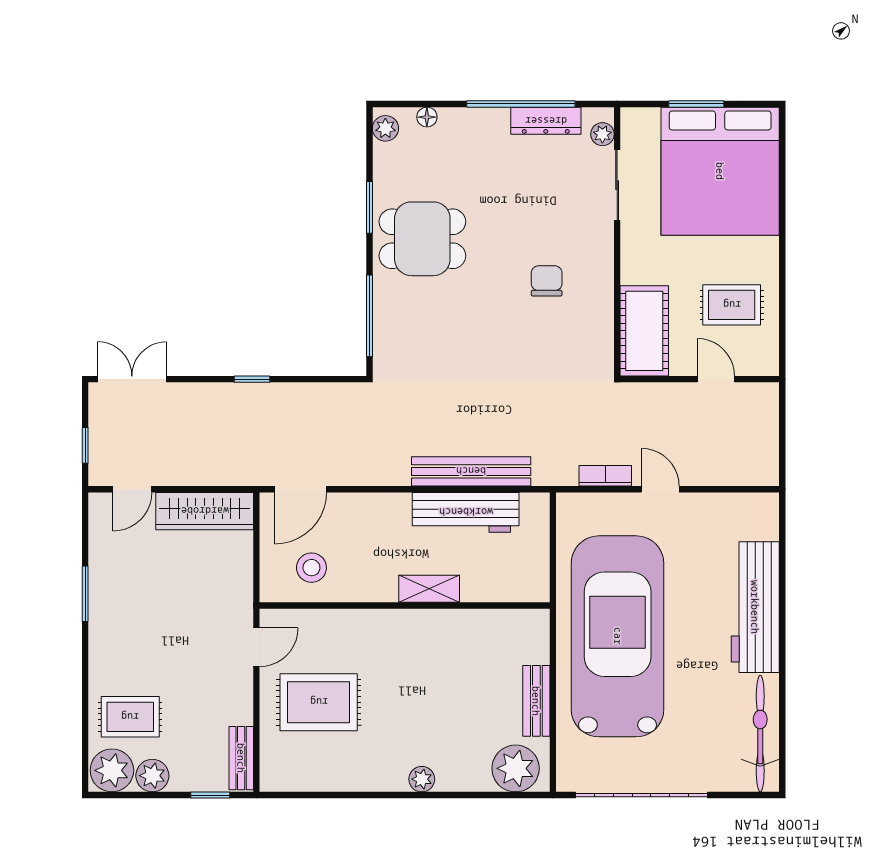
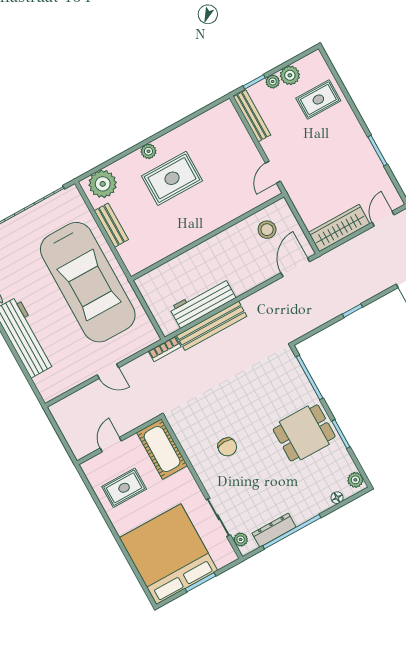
door: (716, 379) -> (111, 445), swing flipped
bookcase: (605, 476) -> (165, 349), moved
shelving: (429, 589) -> (200, 253), removed
rug: (319, 702) -> (172, 178), moved
bench: (241, 758) -> (252, 116), width x1.36
plant: (112, 770) -> (273, 81), moved, width x0.53, depth x0.53

